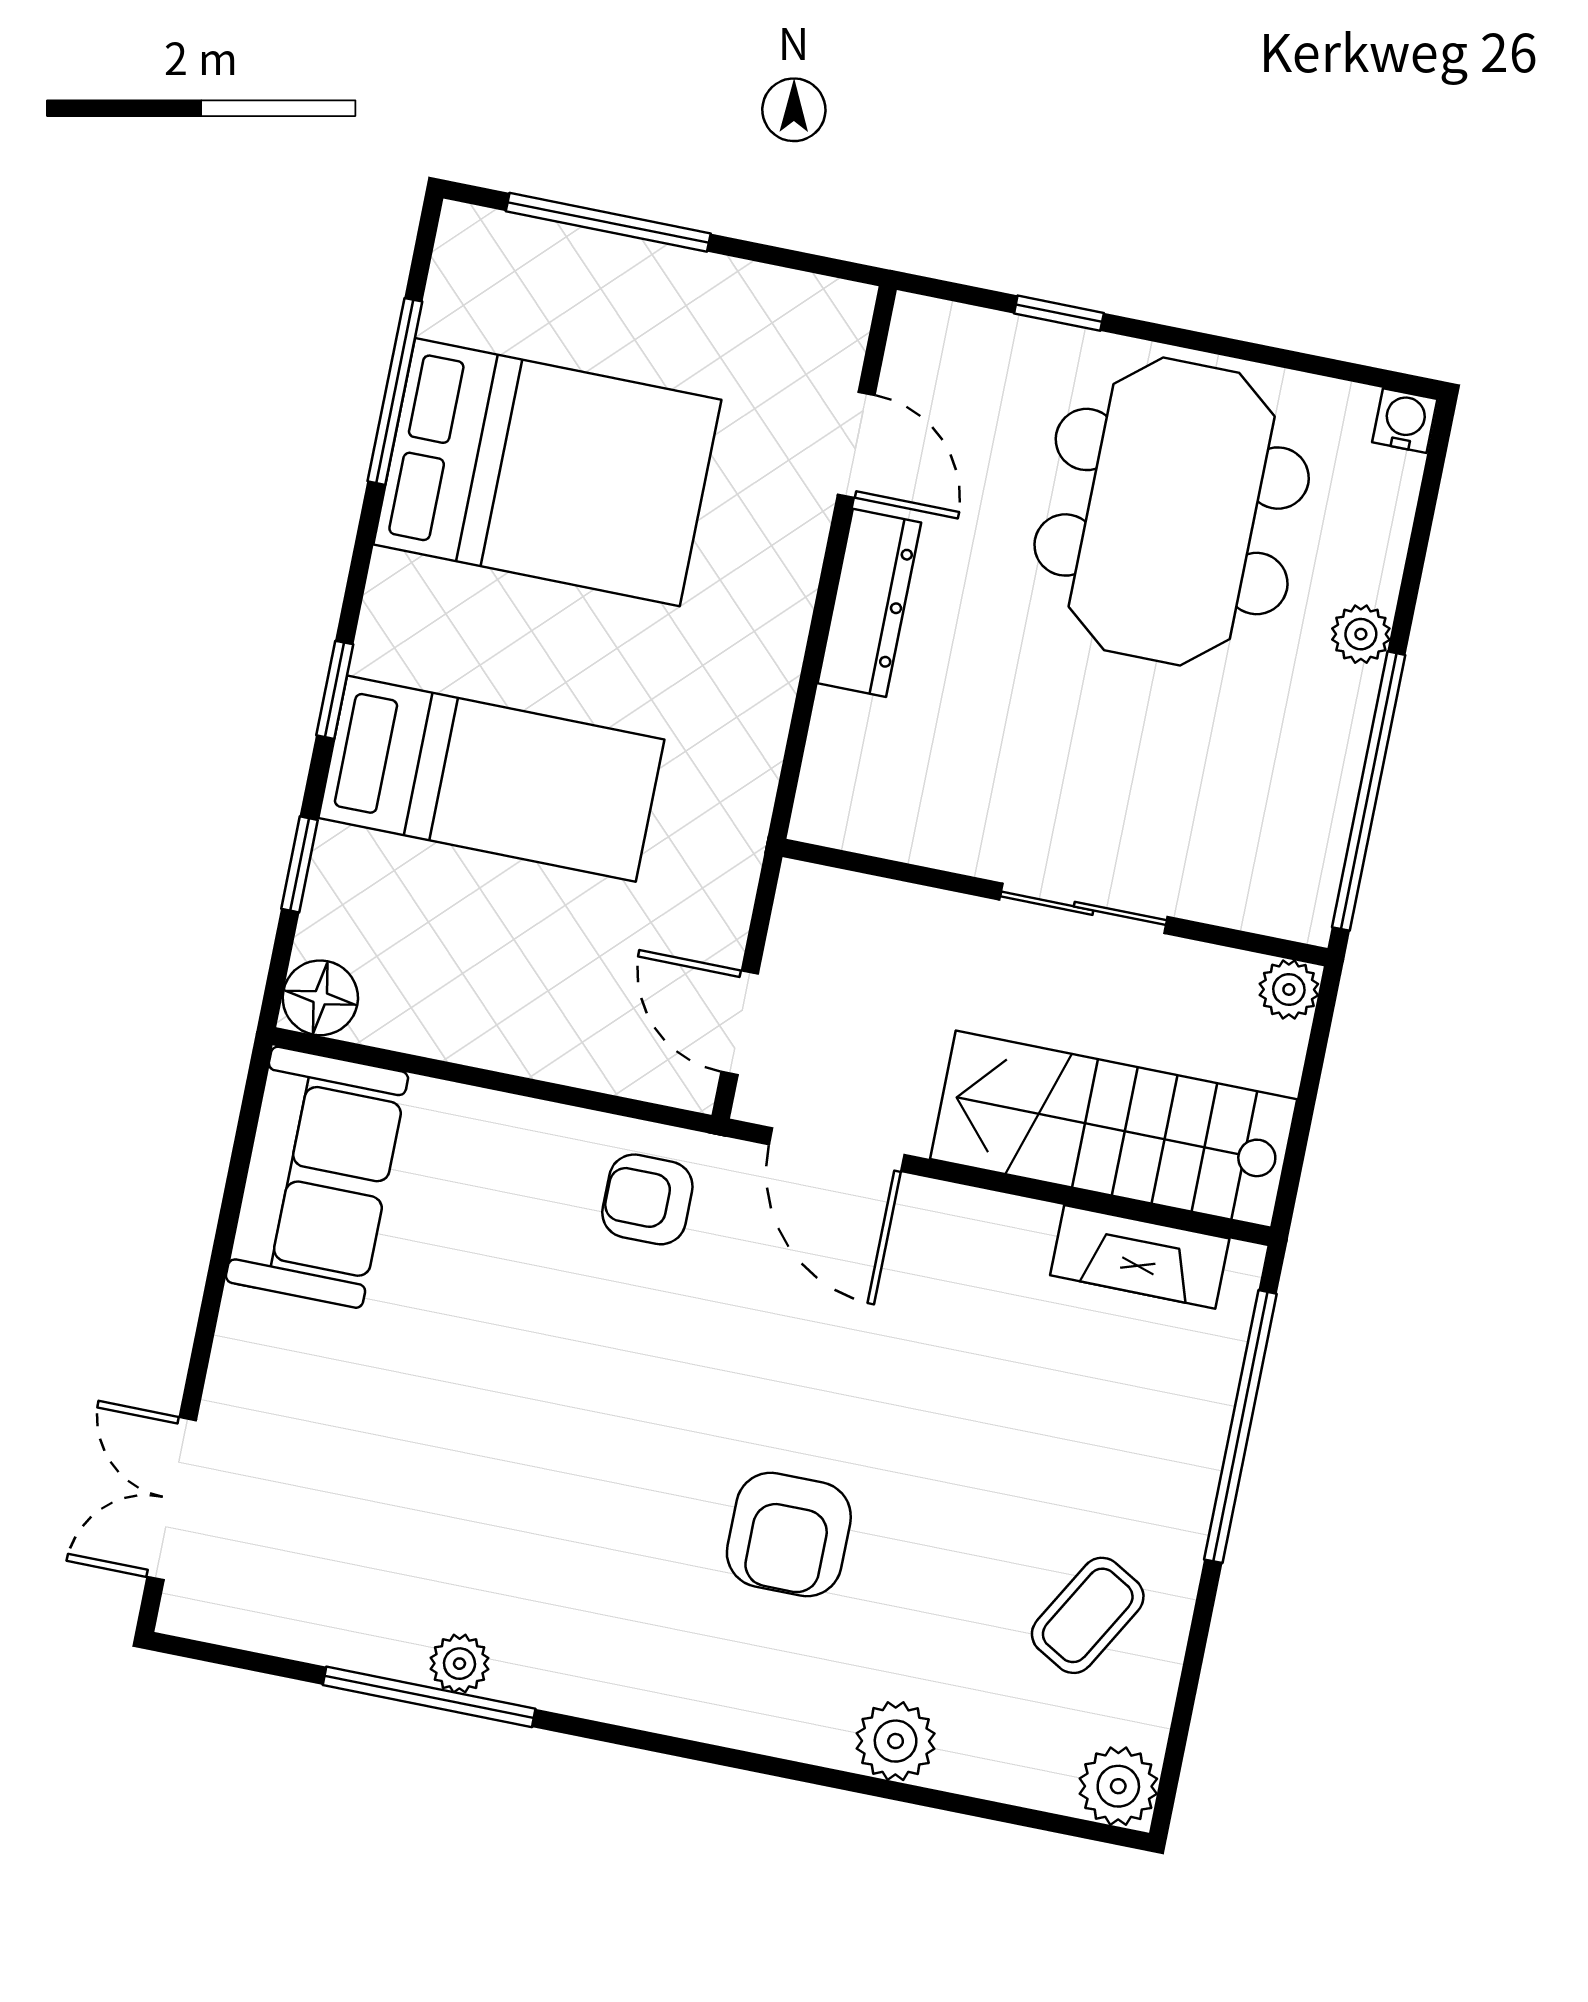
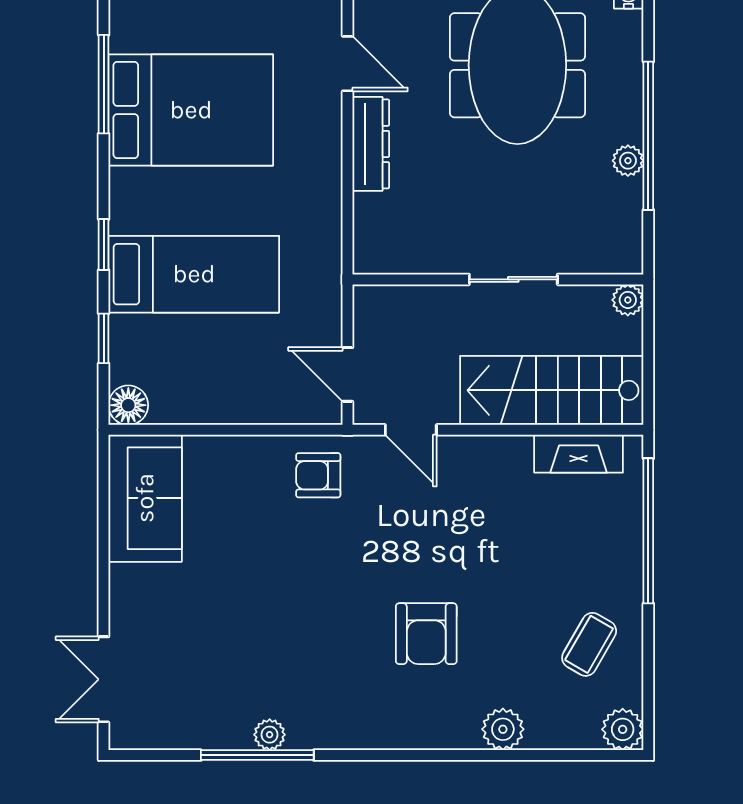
plant: (1361, 634) -> (628, 161), moved
window: (1369, 791) -> (648, 136), moved
door: (837, 1150) -> (411, 430), width x0.73

